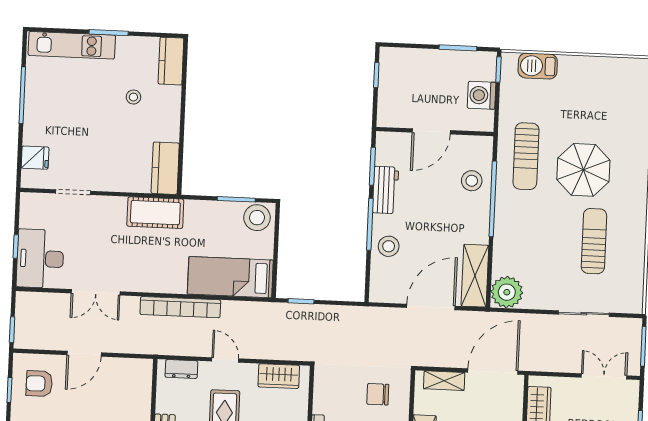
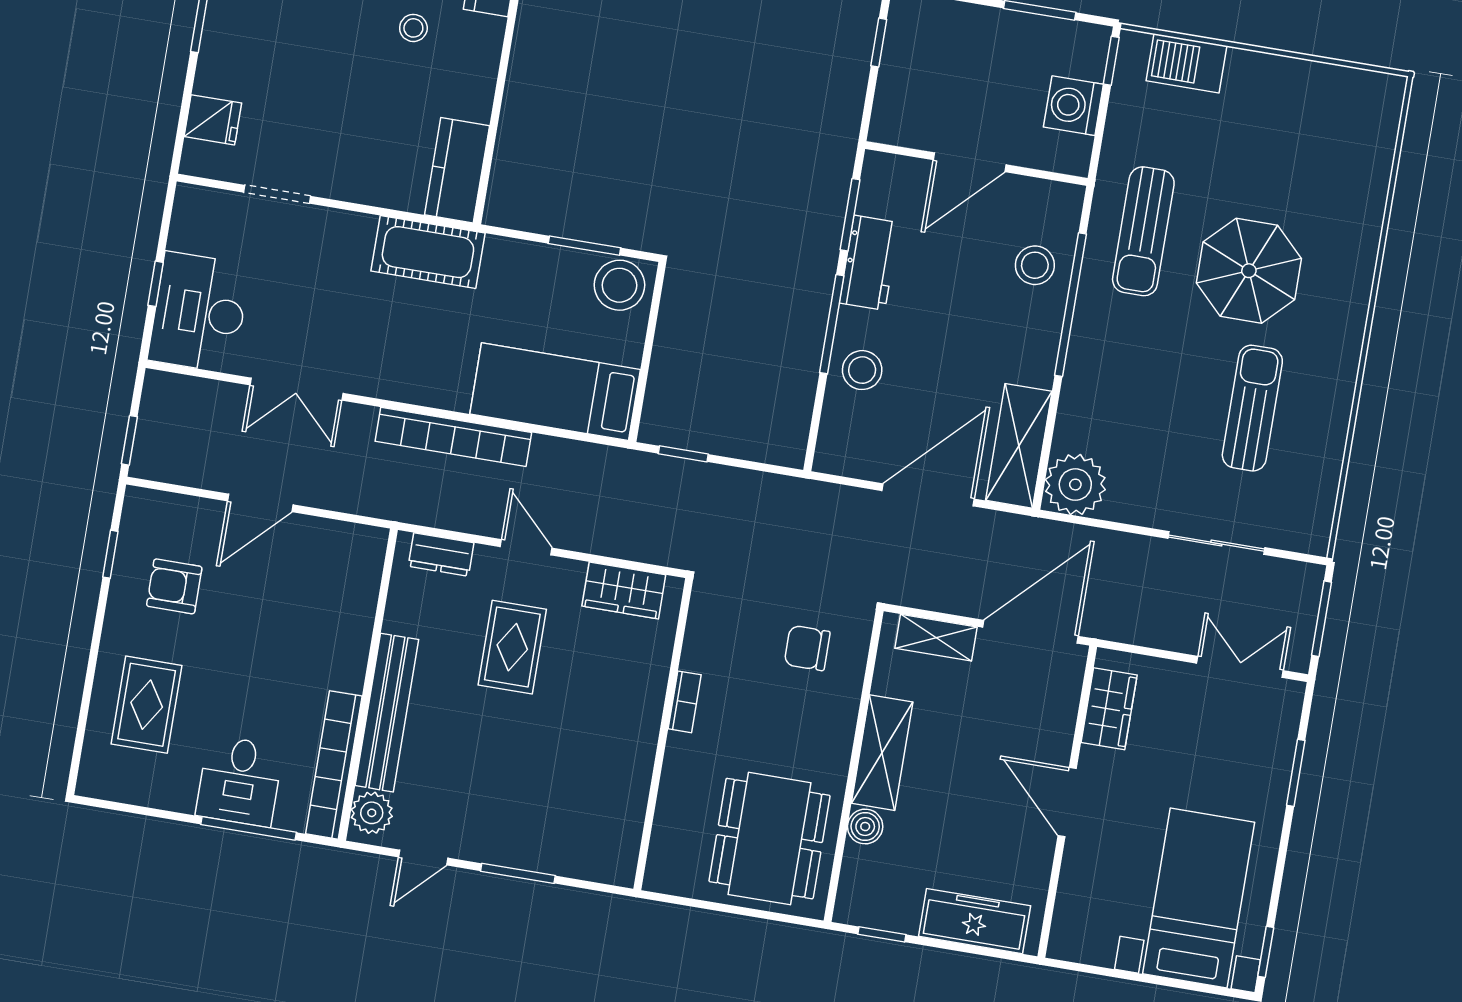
armchair: (39, 384) -> (174, 586), moved

